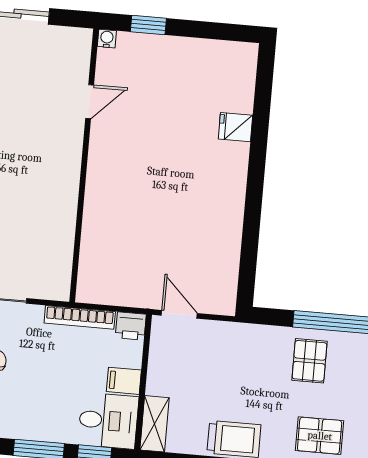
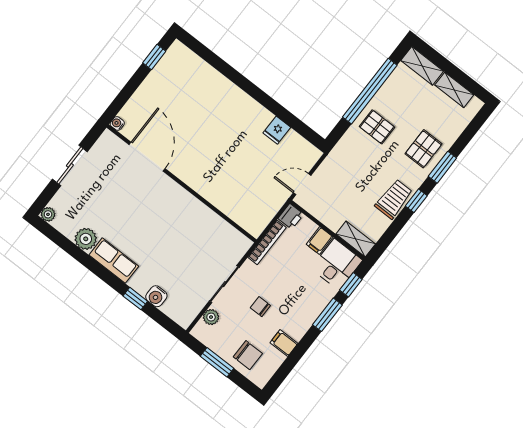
window: (148, 25) -> (154, 57), moved
door: (90, 102) -> (147, 157), width x1.87
fridge: (236, 127) -> (277, 130), moved

